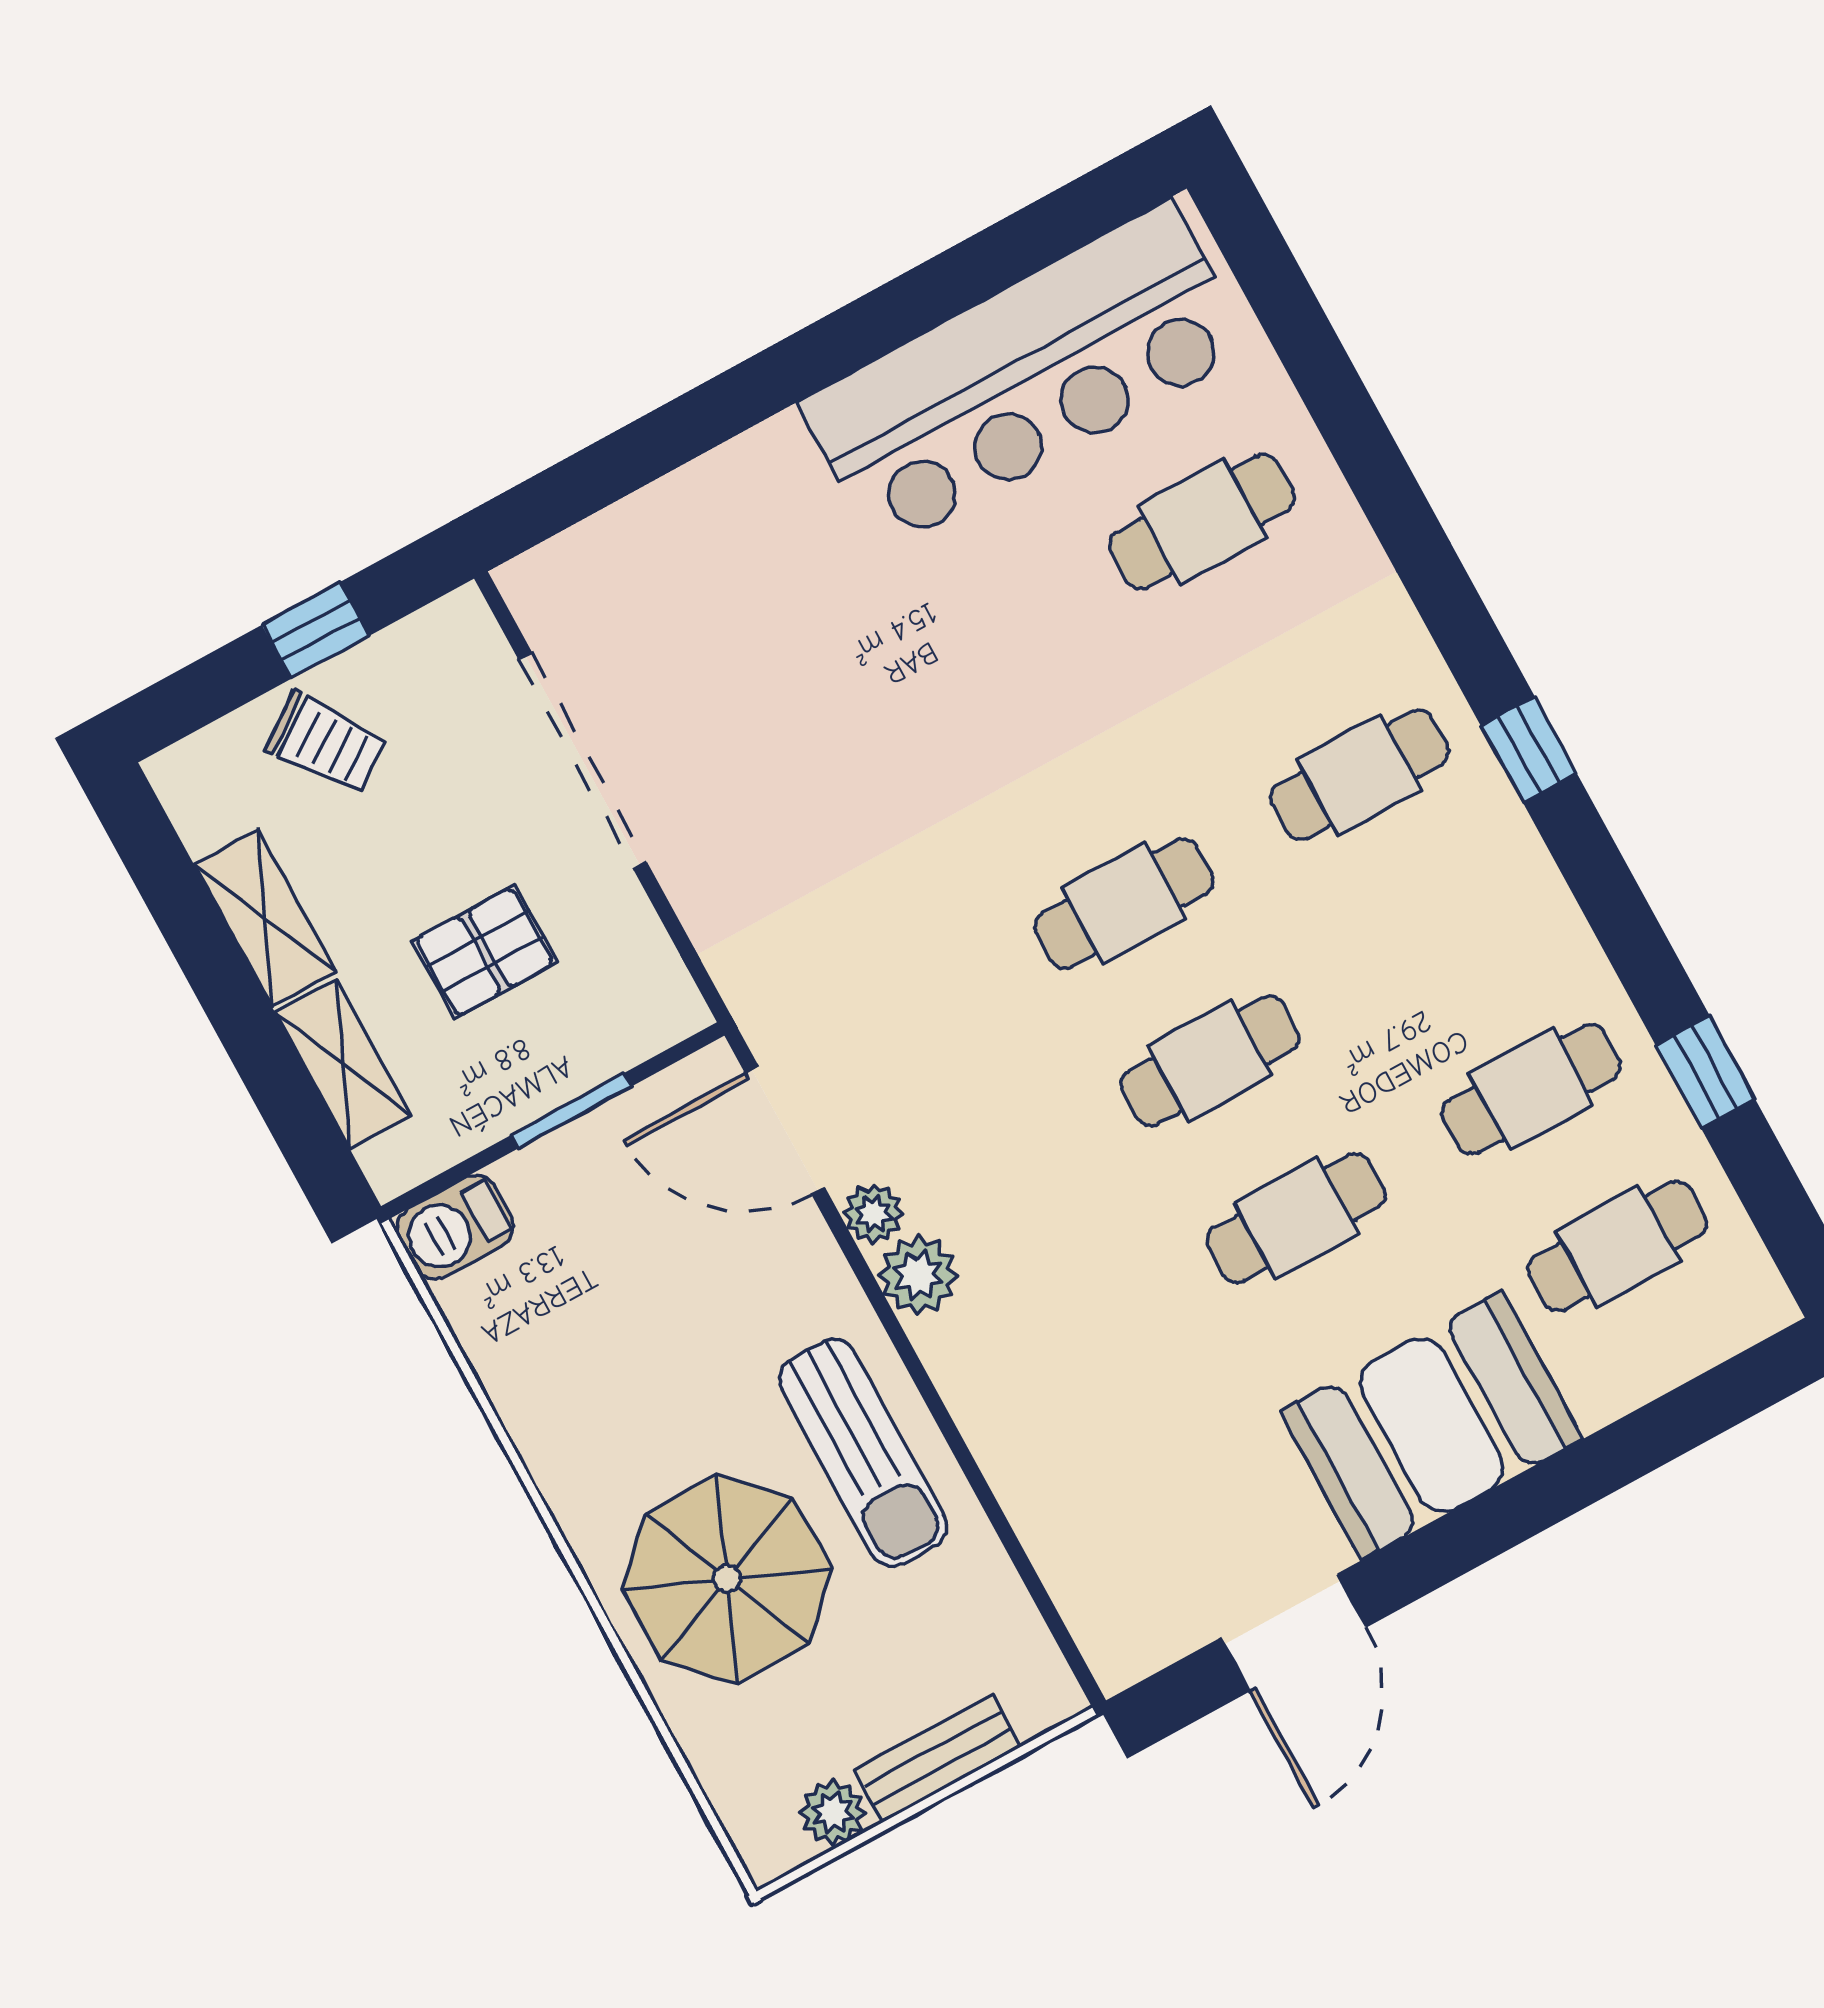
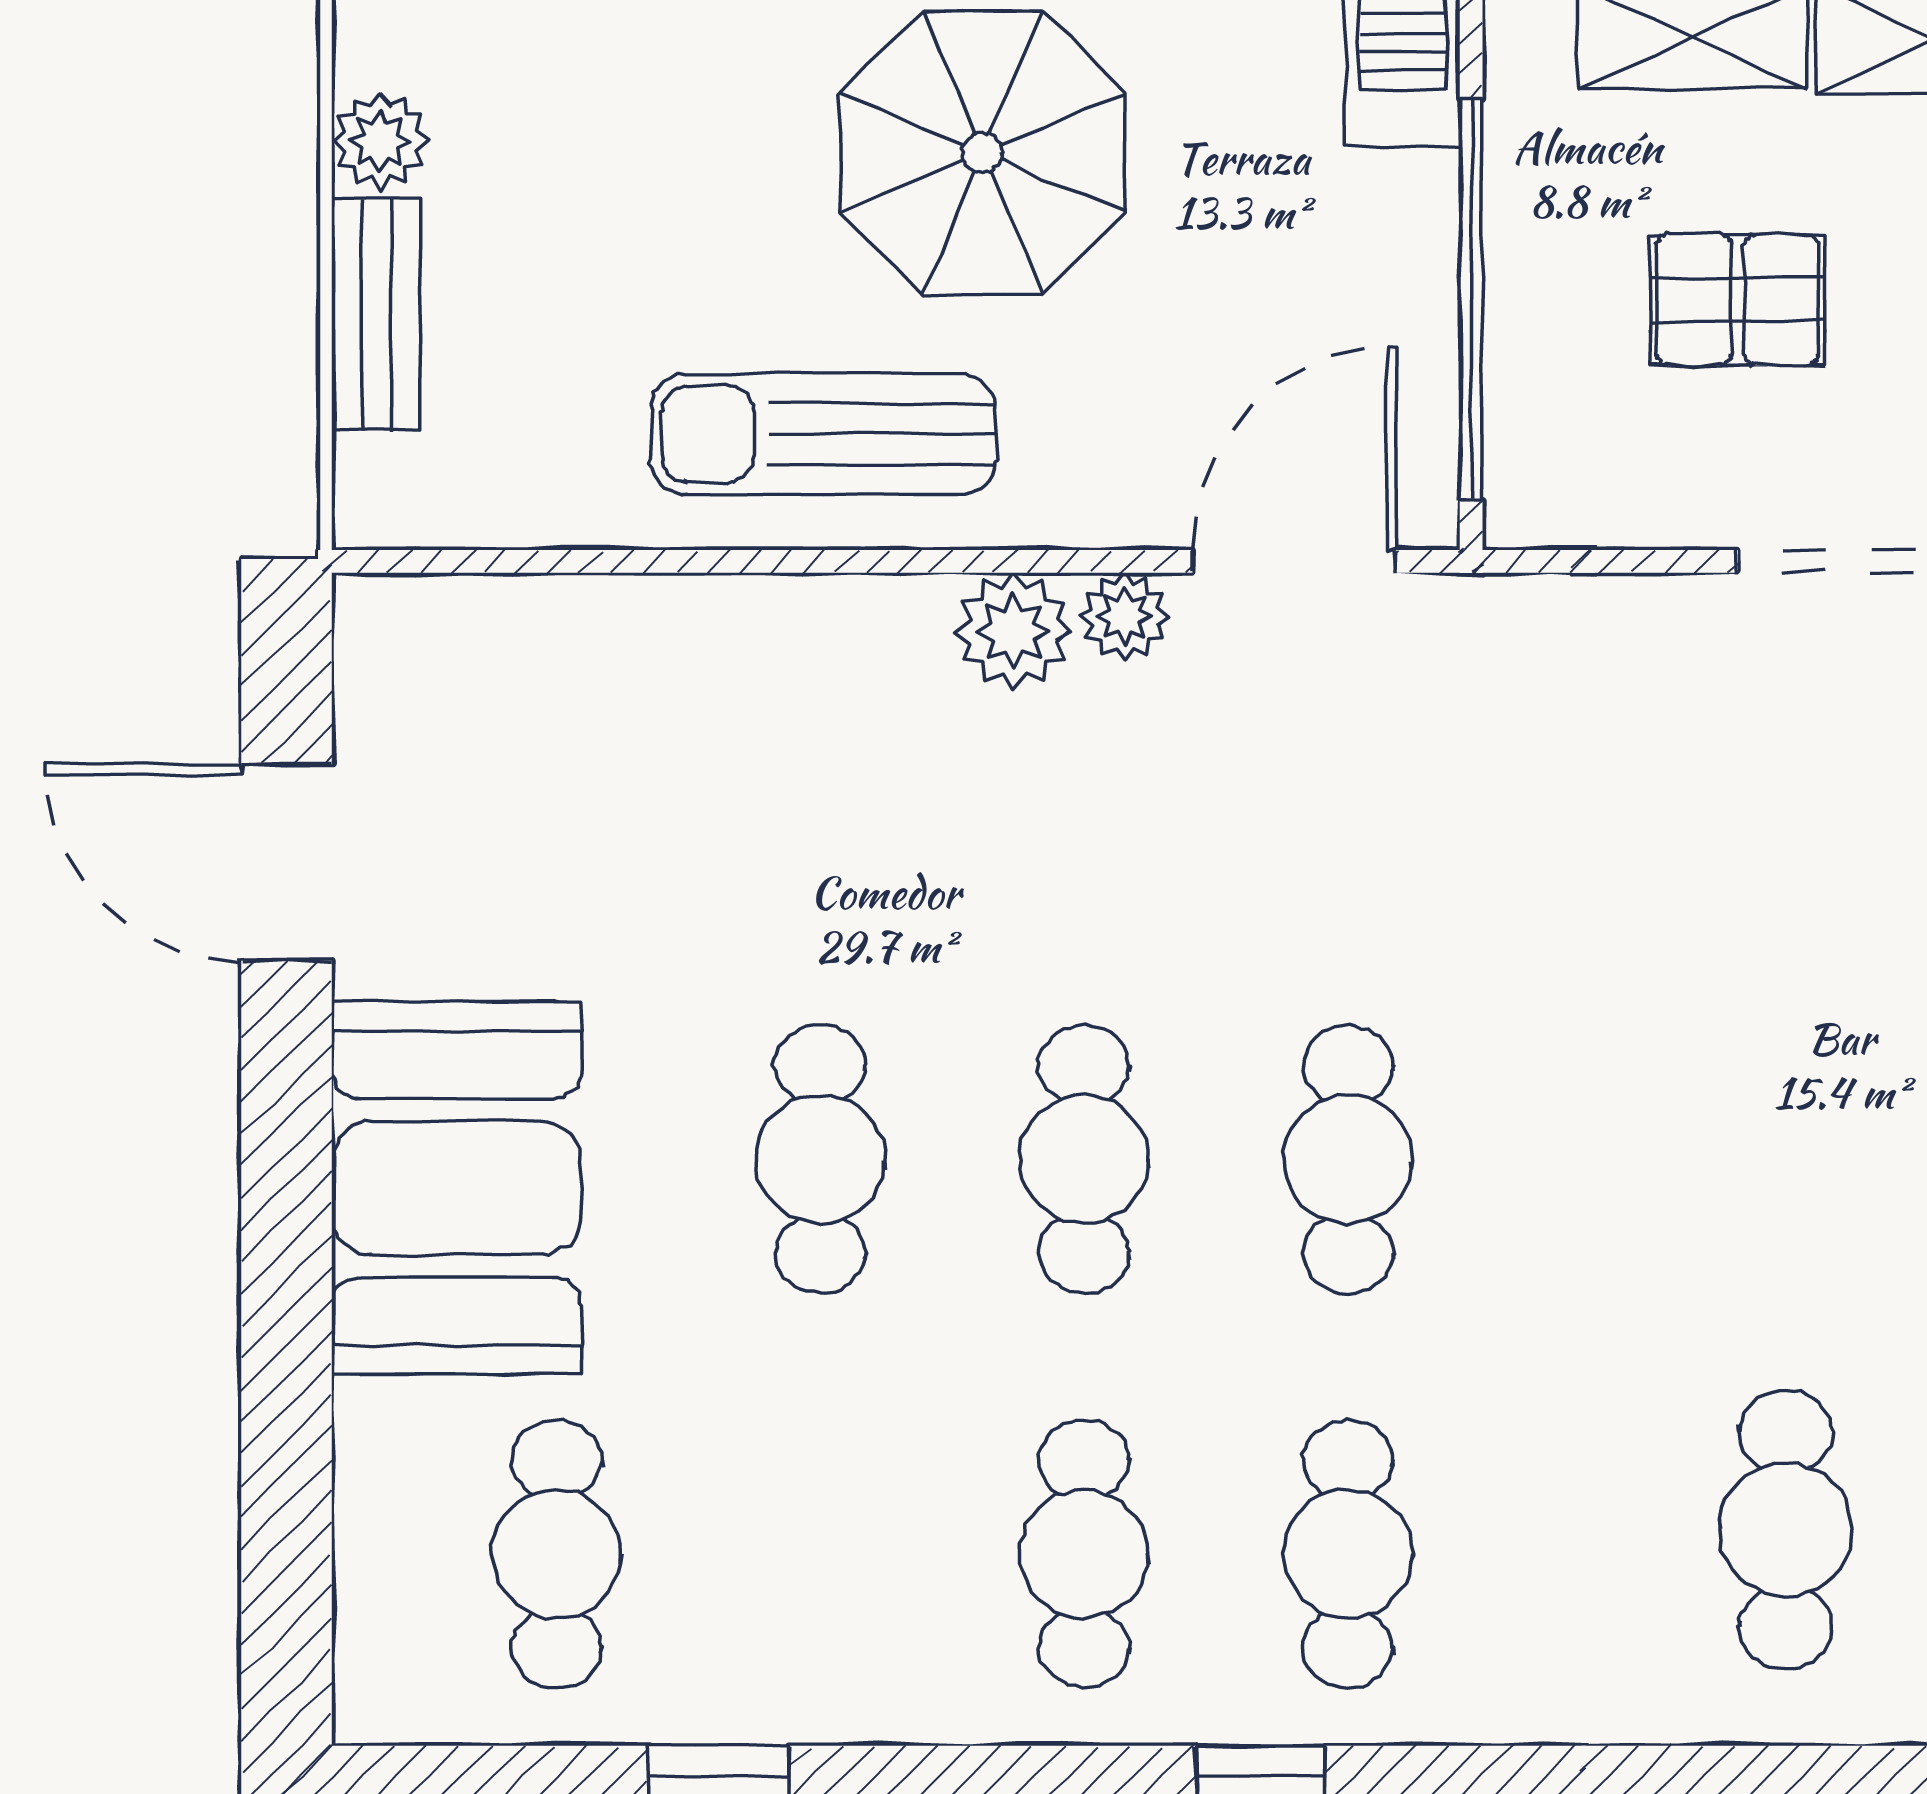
pallet: (485, 952) -> (1738, 300), turned 90
cafe table: (1531, 1089) -> (1084, 1554), moved
window: (572, 1111) -> (1471, 300), width x2.11
parasol: (727, 1579) -> (983, 153), moved

